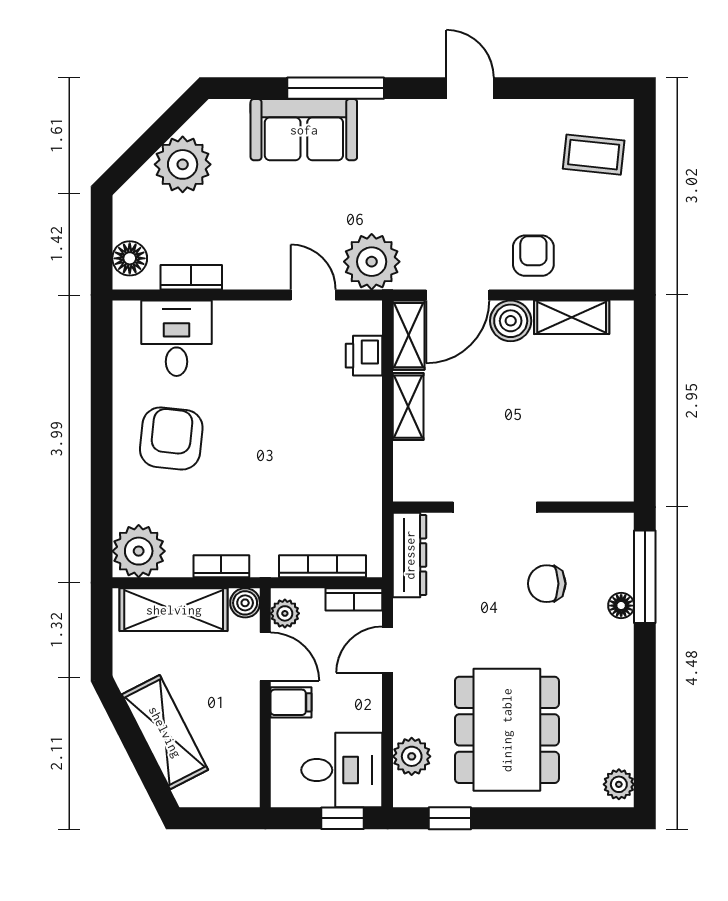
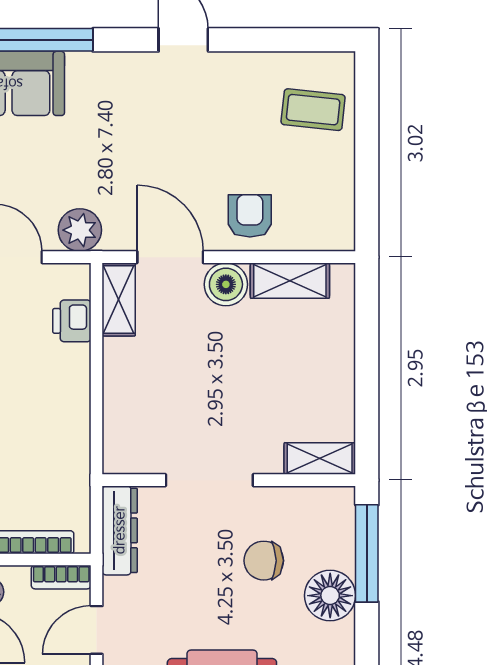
plant: (372, 262) -> (80, 230), width x0.73, depth x0.73
door: (458, 295) -> (170, 257), swing flipped
shelving: (408, 407) -> (320, 459), moved, turned 90
floor lamp: (621, 606) -> (330, 596), width x1.89, depth x1.89

